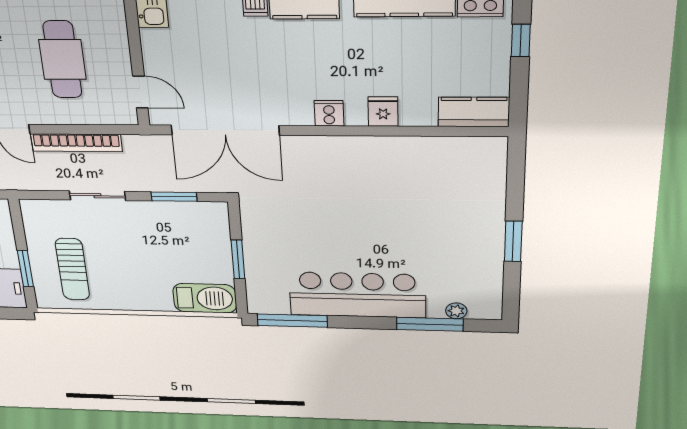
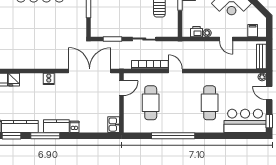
door: (140, 92) -> (122, 88), swing flipped
fridge: (383, 112) -> (14, 80), moved

